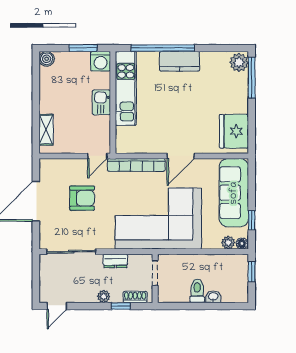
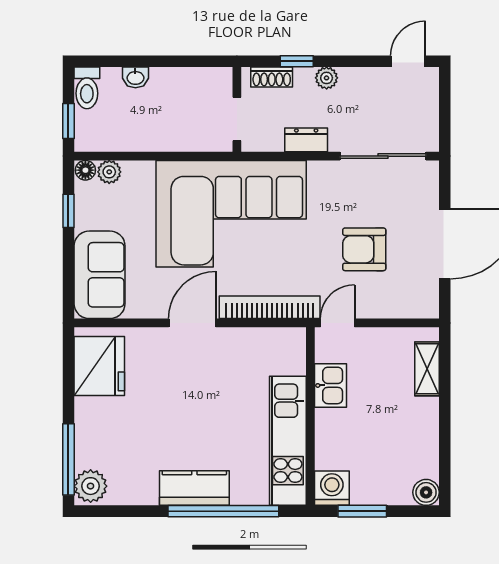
kitchen sink: (101, 102) -> (330, 385), moved
sofa: (234, 193) -> (100, 275), width x0.73
toilet: (197, 291) -> (87, 88), moved

